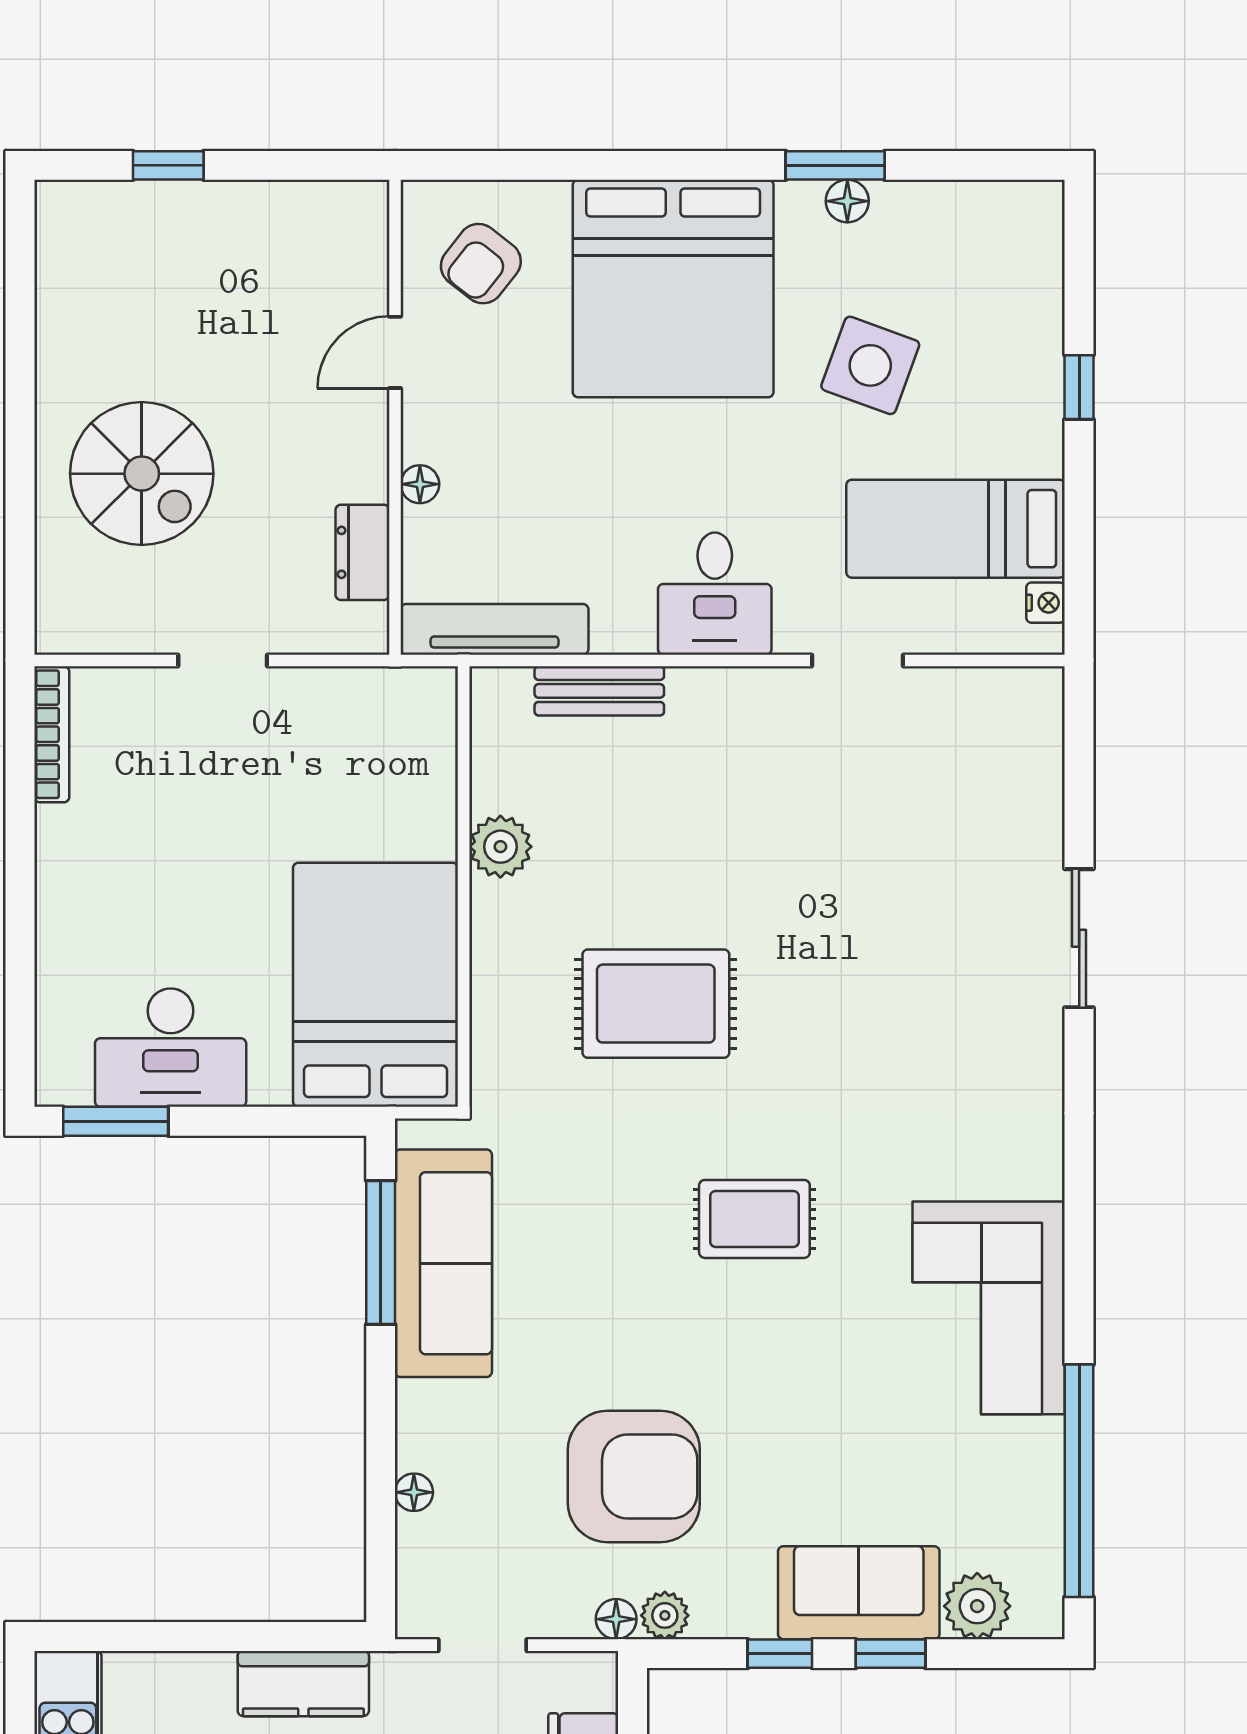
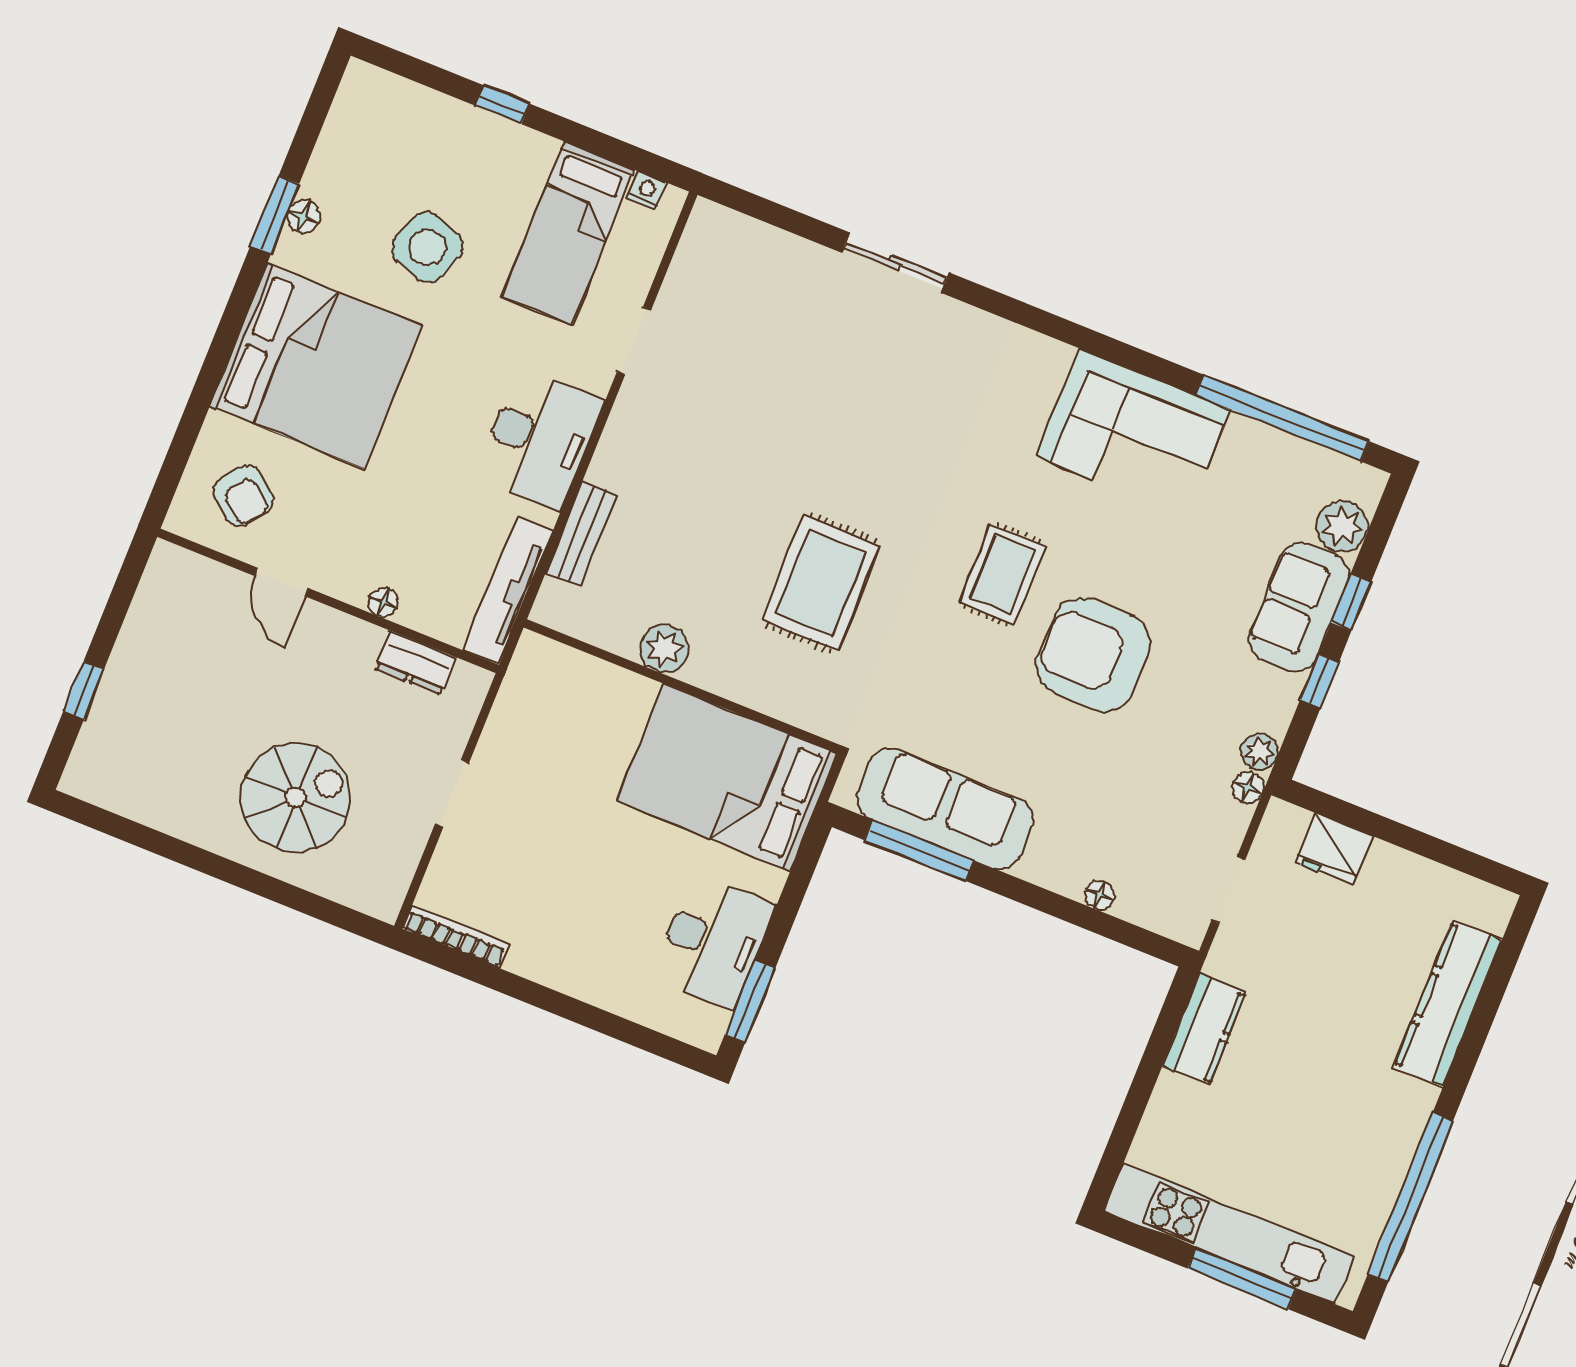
desk: (715, 594) -> (539, 439), width x1.37
armchair: (634, 1476) -> (1093, 655), moved, turned -90

